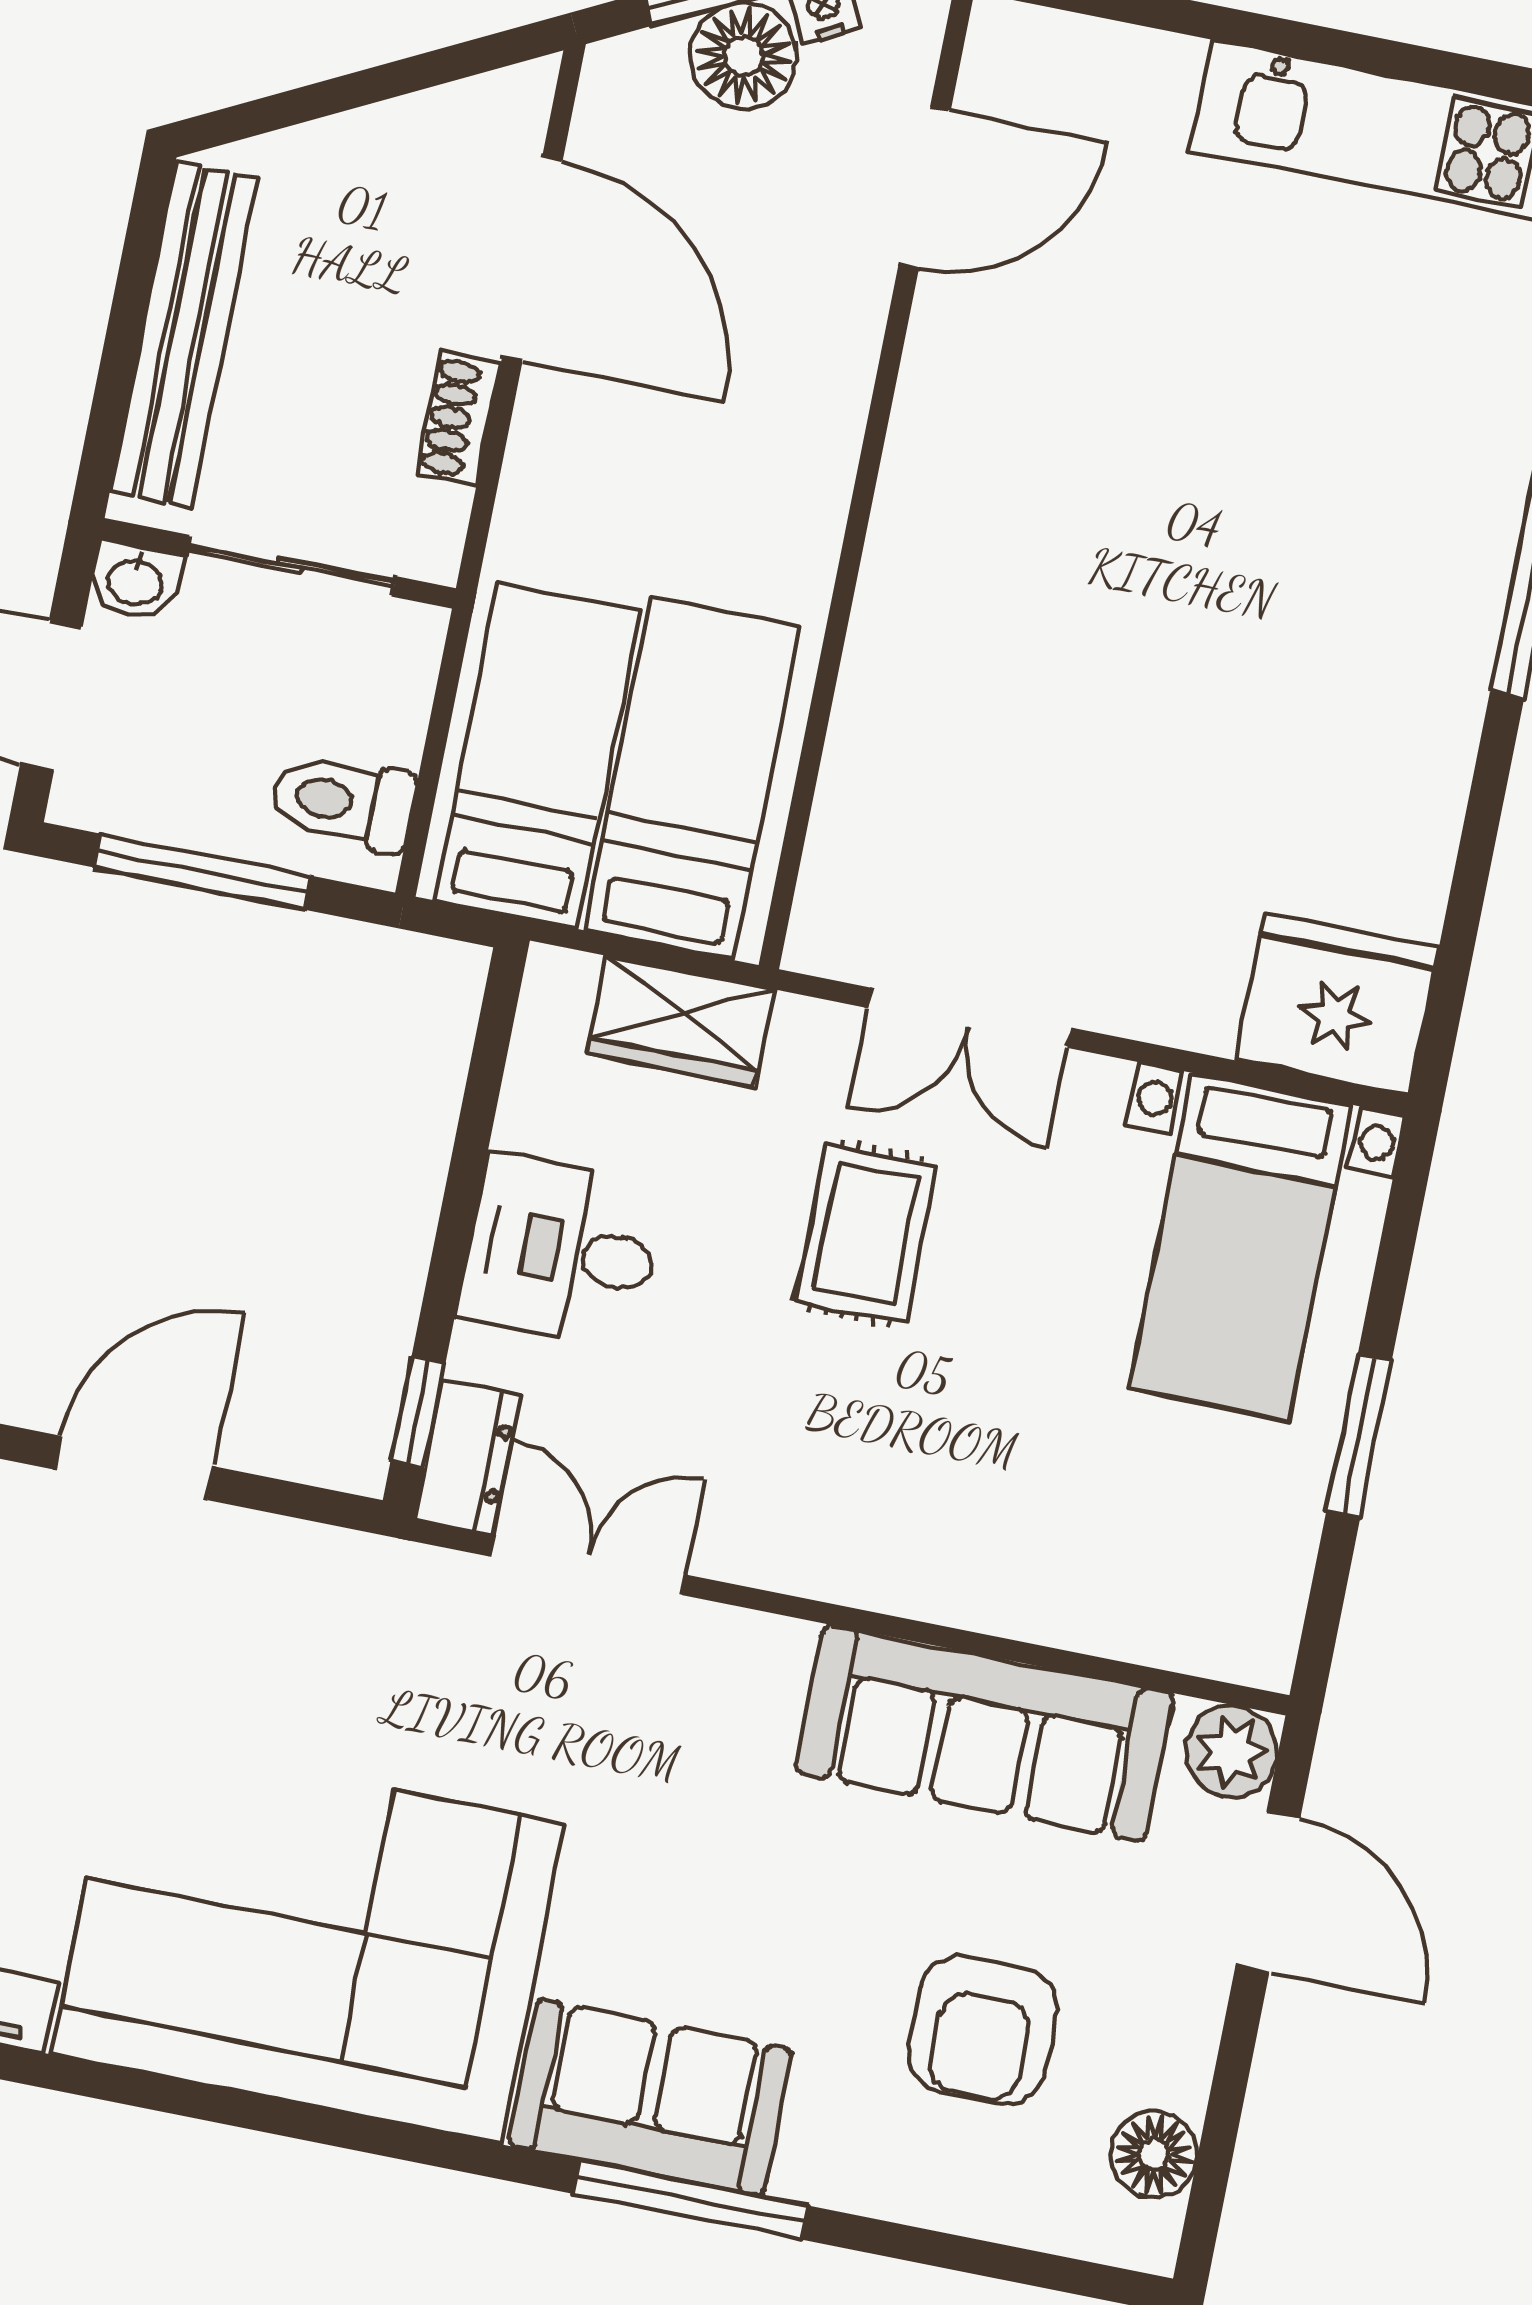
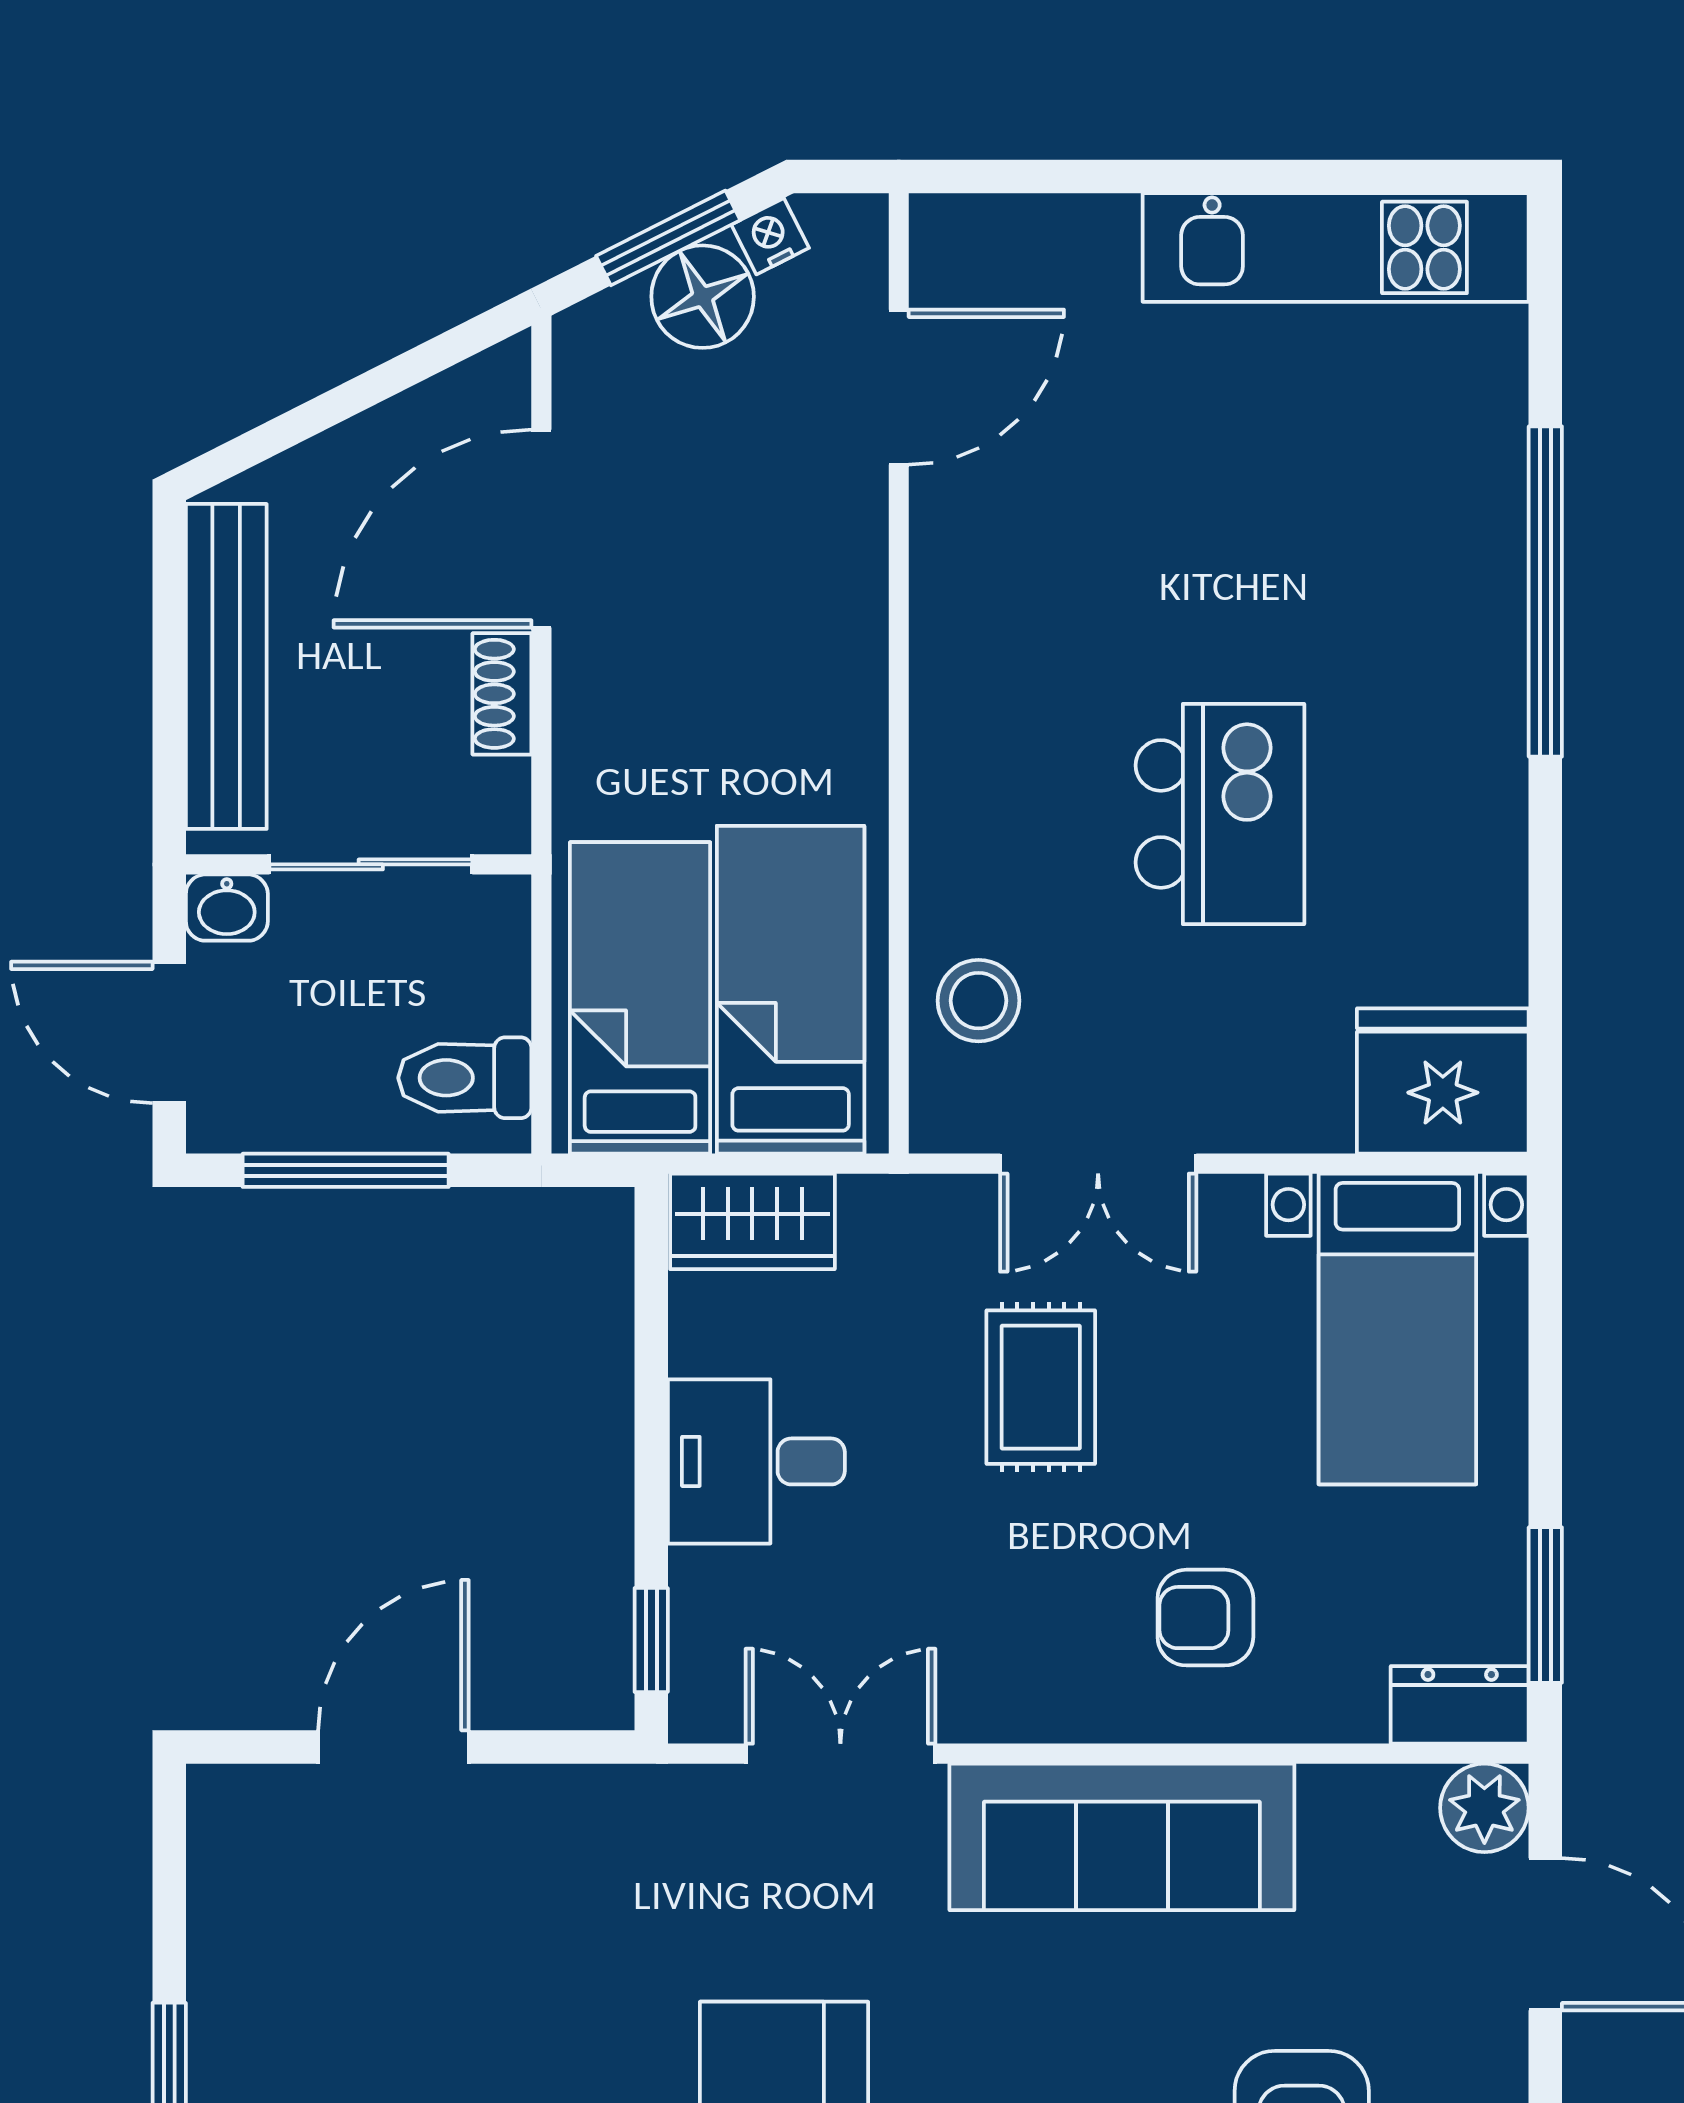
door: (532, 259) -> (541, 529), swing flipped
kitchen island: (1165, 687) -> (1220, 814), added
stool: (881, 828) -> (979, 1001), added
wardrobe: (680, 1021) -> (752, 1221), moved
window: (1359, 1436) -> (1545, 1605), moved
dresser: (467, 1458) -> (1460, 1705), moved, turned -90
armchair: (986, 1501) -> (1205, 1618), added
sofa: (984, 1733) -> (1122, 1837), moved

